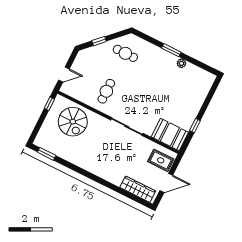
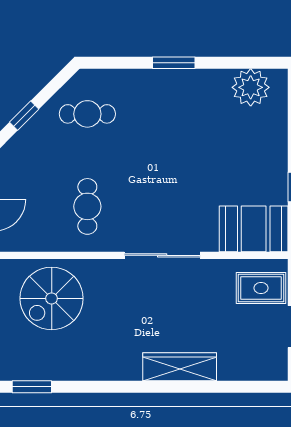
plant: (181, 63) -> (251, 87), moved, width x1.88, depth x1.88
spiral stairs: (73, 122) -> (52, 298), turned 90
wardrobe: (138, 189) -> (180, 367), moved

